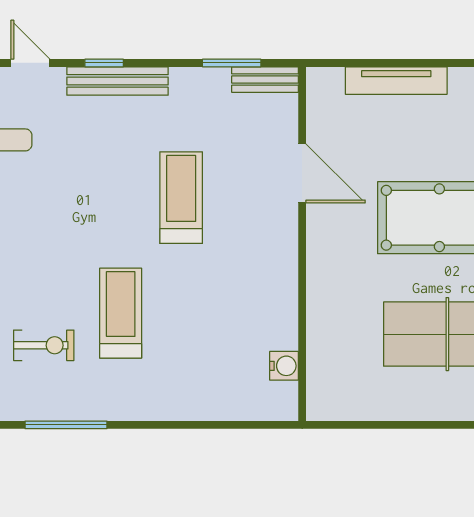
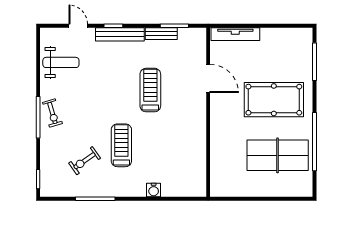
bench: (265, 80) -> (161, 34), moved
tv unit: (396, 81) -> (235, 34), moved
exercise bike: (44, 345) -> (85, 161), turned 145
water cooler: (284, 366) -> (154, 190), moved, turned 90

